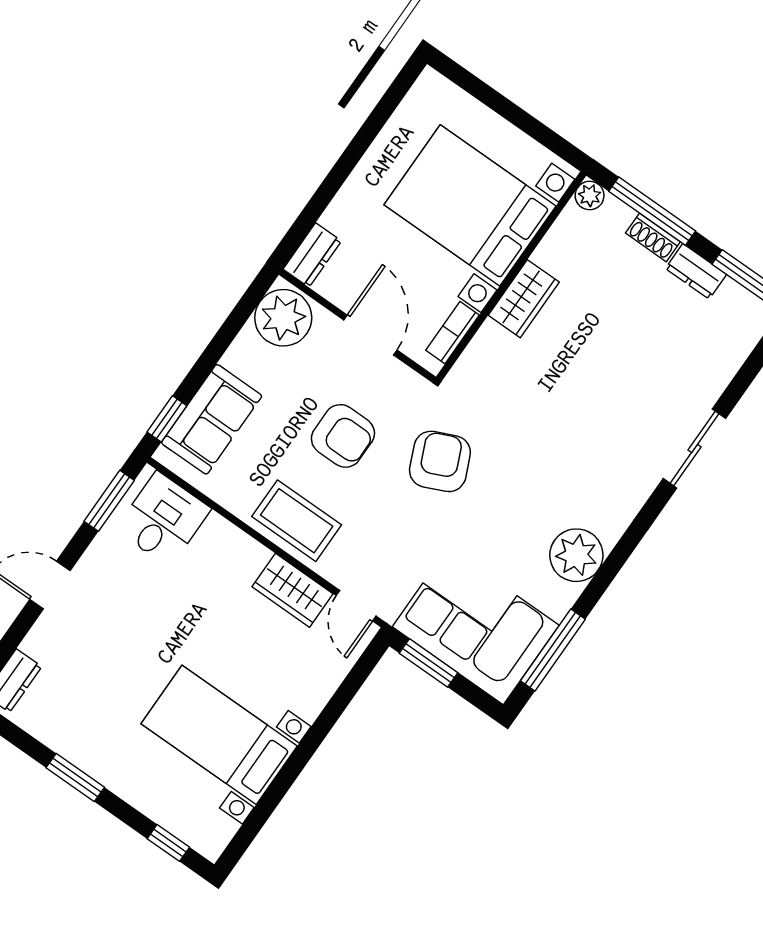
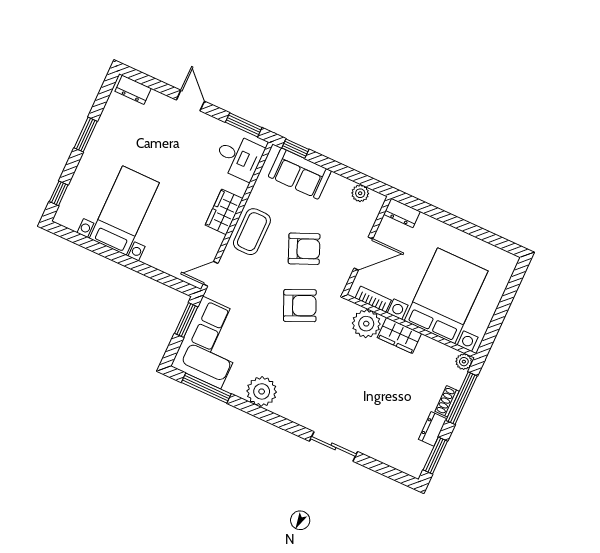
plant: (283, 318) -> (360, 193), width x0.53, depth x0.53
plant: (493, 352) -> (366, 324), added
armchair: (343, 436) -> (304, 249), turned -113
wardrobe: (293, 590) -> (224, 212), moved

